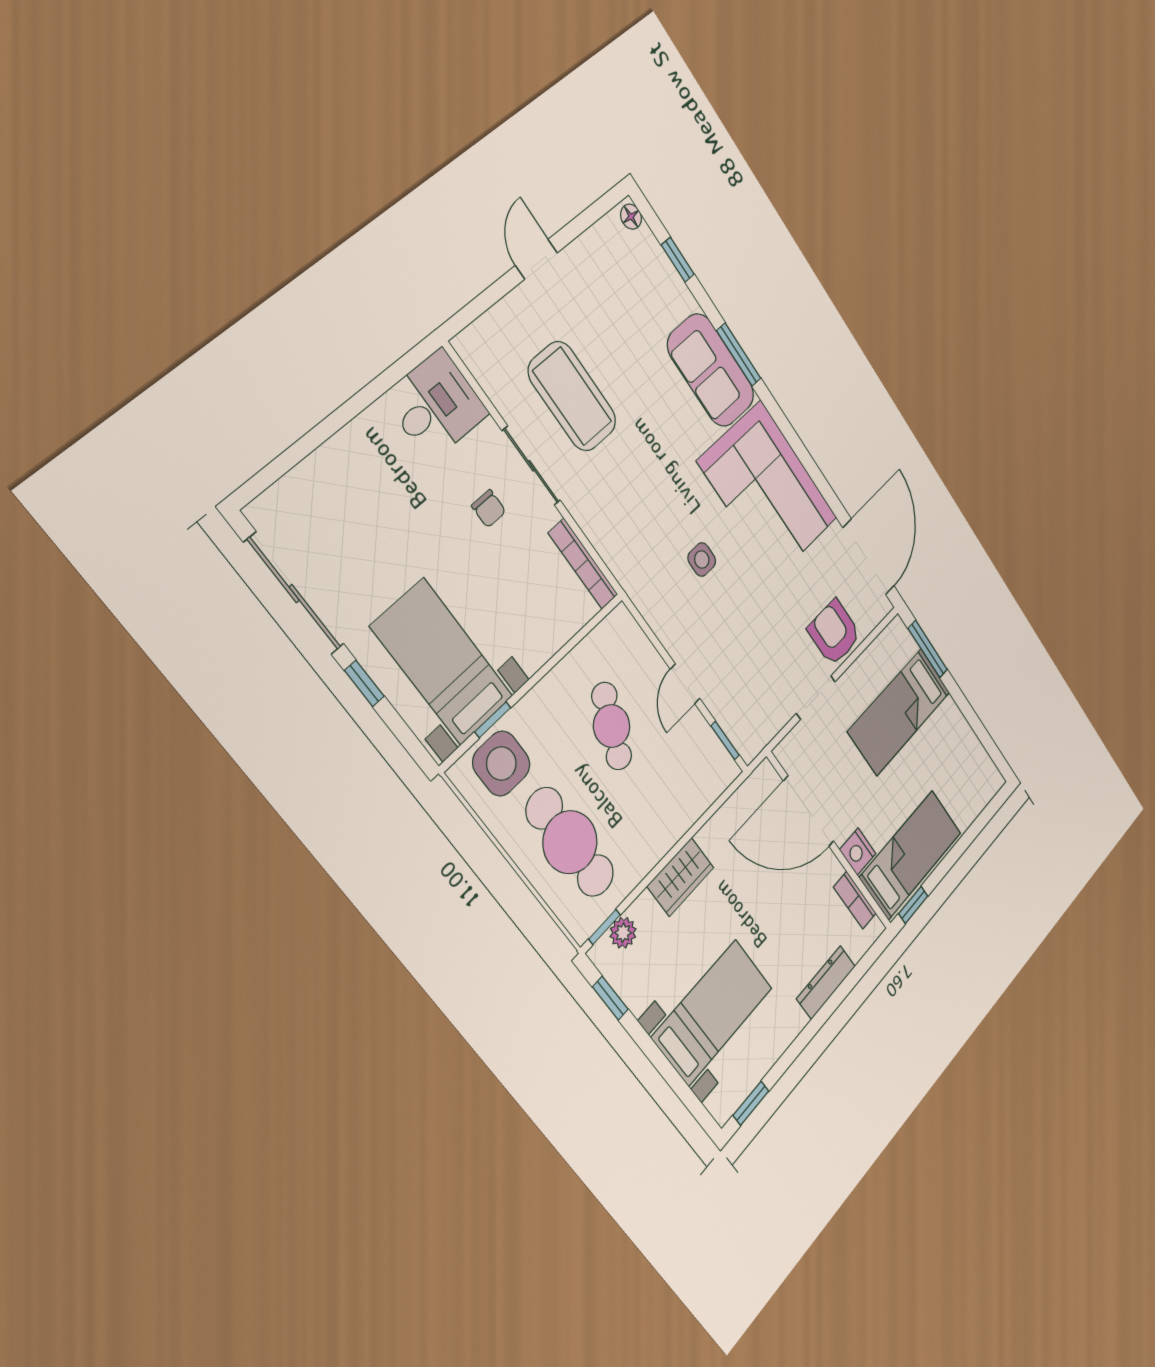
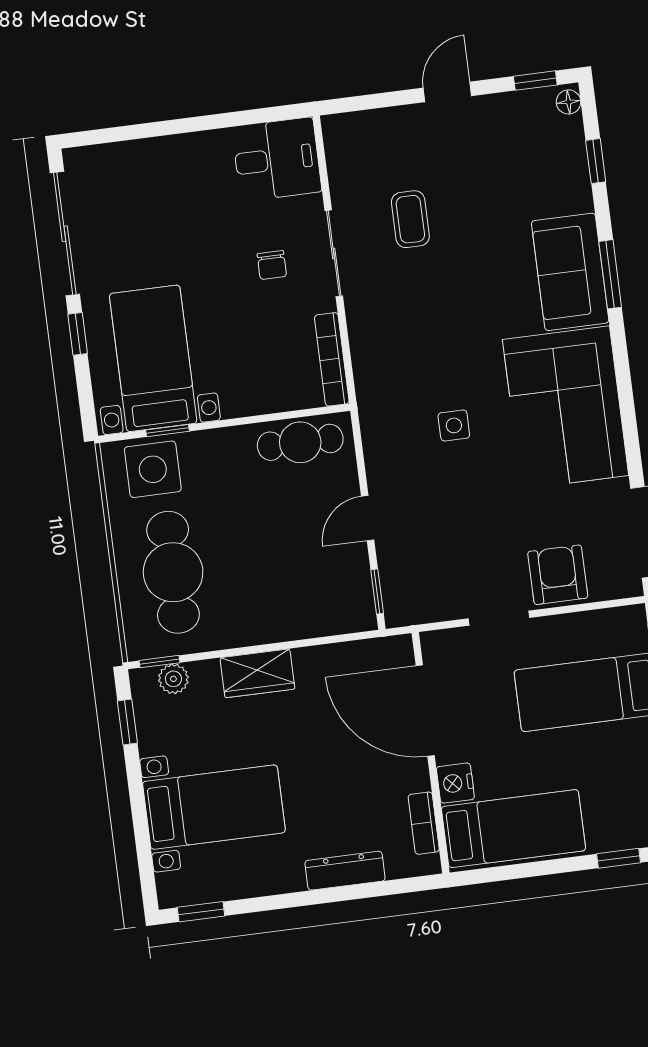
window: (597, 210) -> (535, 81), added
coffee table: (572, 396) -> (410, 219), width x0.54, depth x0.58
cafe table: (612, 726) -> (300, 442), moved, turned 65
window: (913, 905) -> (619, 858), moved

